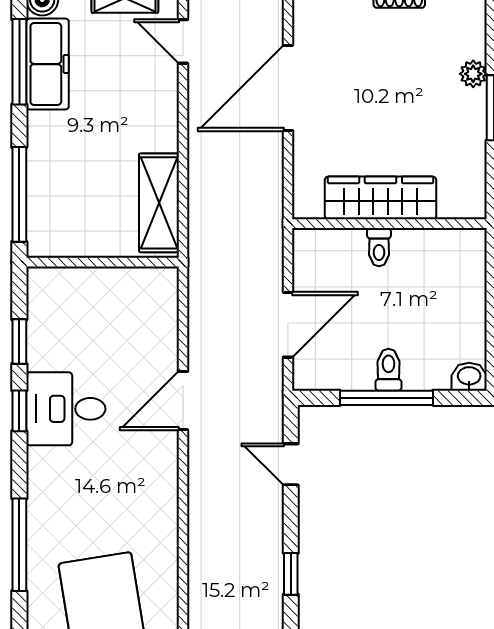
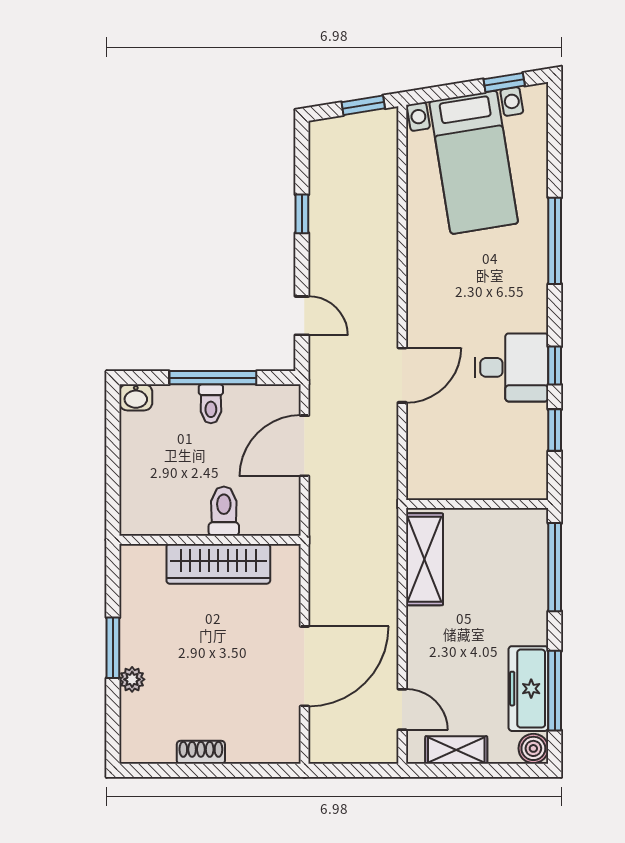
toilet: (379, 247) -> (224, 511), width x1.37, depth x1.39

